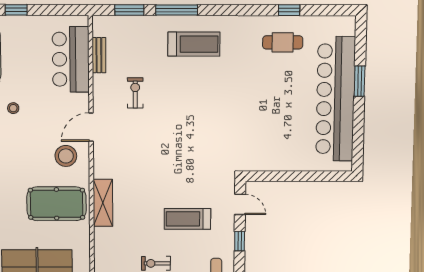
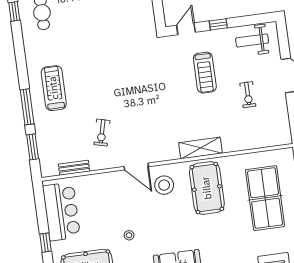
bar counter: (71, 59) -> (61, 211), moved, turned -90
exercise bike: (135, 93) -> (102, 133), turned -76

